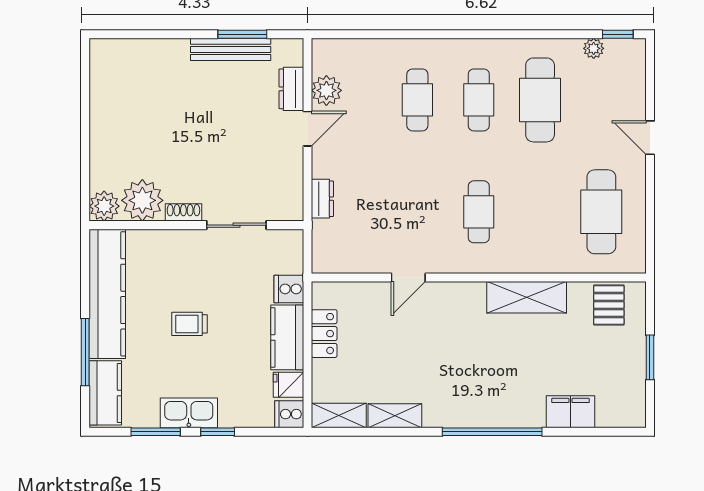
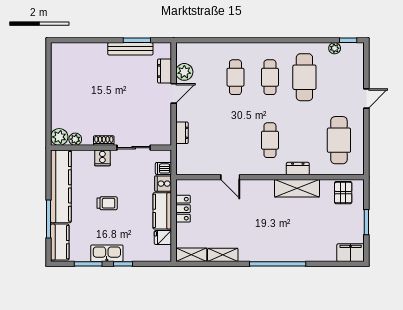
door: (650, 138) -> (366, 98), swing flipped
plant: (142, 200) -> (75, 139), width x0.53, depth x0.53
dishwasher: (289, 262) -> (163, 168), added
dresser: (528, 262) -> (298, 169), added
door: (408, 277) -> (230, 177), hinge flipped
trolley: (189, 324) -> (107, 203), turned 180
filing cabinet: (570, 412) -> (351, 253), moved
cooker: (289, 414) -> (102, 158), moved, turned -90

